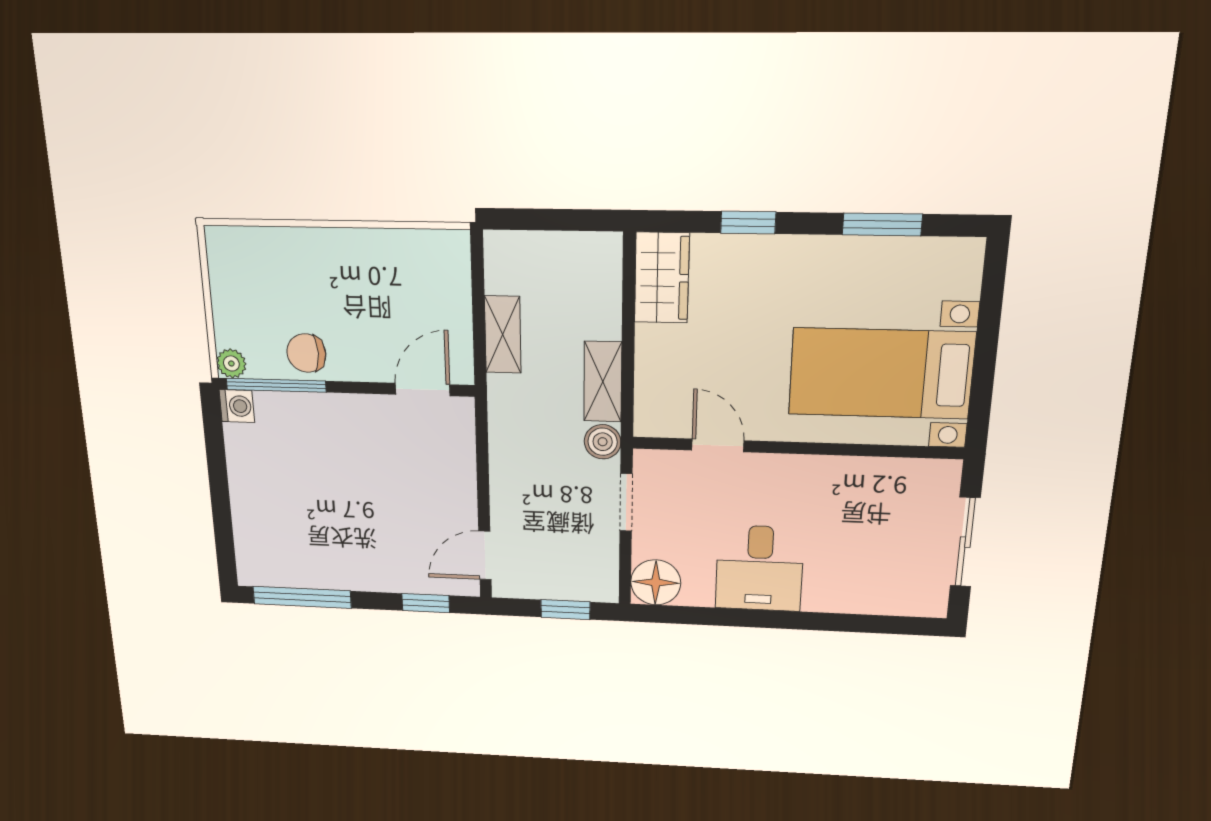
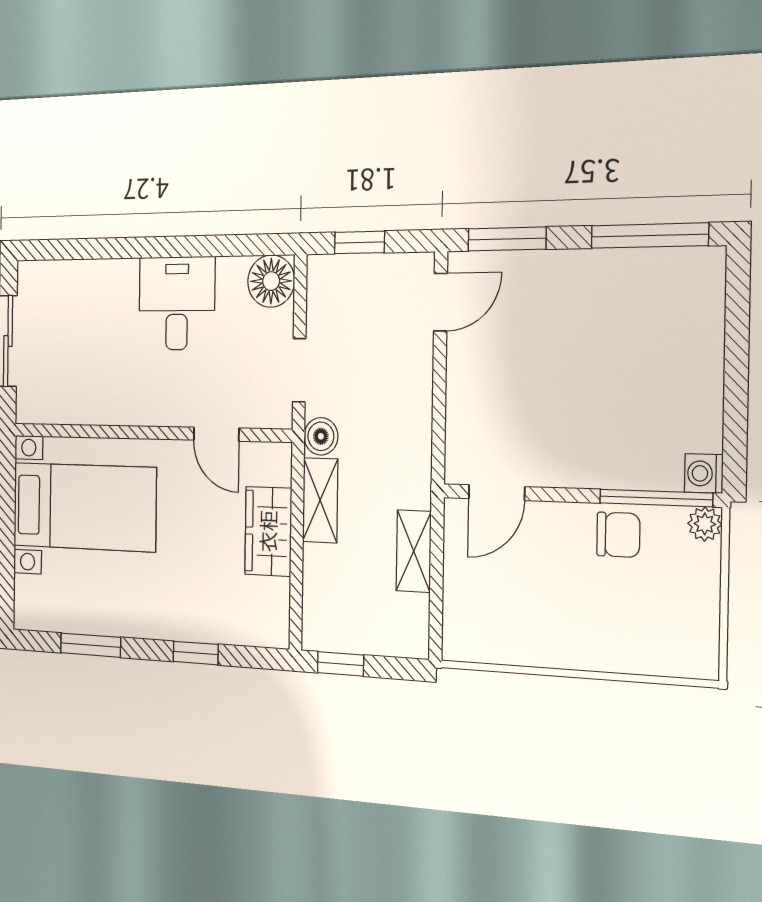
window: (578, 220) -> (341, 664), added
wardrobe: (662, 278) -> (268, 531), moved
window: (426, 603) -> (507, 239), width x1.50

